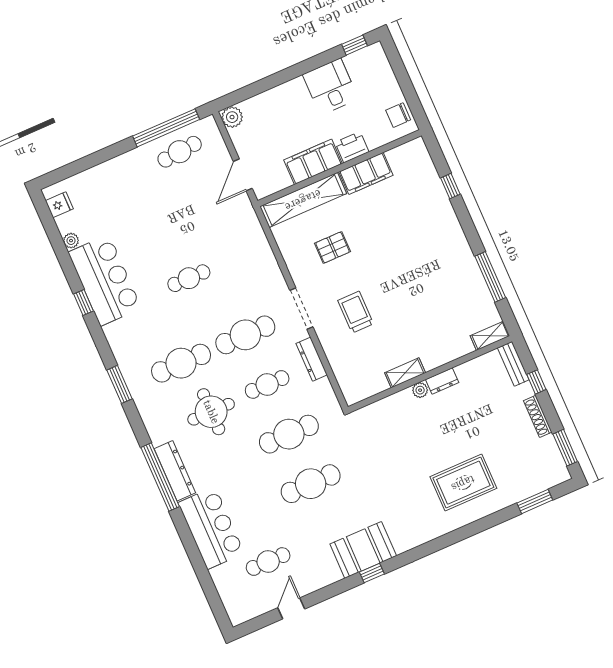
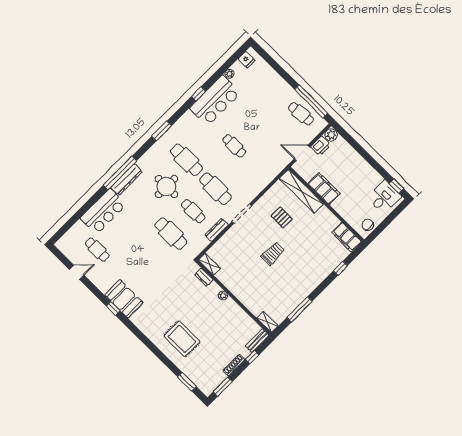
desk: (330, 87) -> (384, 197), moved
printer: (352, 147) -> (321, 146), moved, turned 90
filing cabinet: (366, 174) -> (347, 237), moved
trolley: (356, 312) -> (273, 254), moved
shelving: (405, 373) -> (209, 264), moved
dresser: (442, 381) -> (204, 277), moved
cafe table: (311, 484) -> (149, 256), removed

